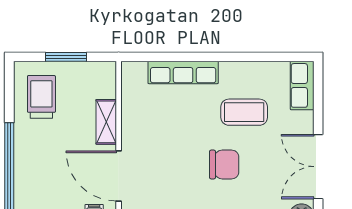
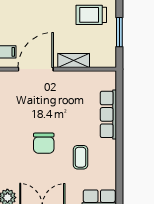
trolley: (41, 97) -> (91, 15), turned 180
coffee table: (244, 112) -> (81, 157), width x0.73, depth x0.77

